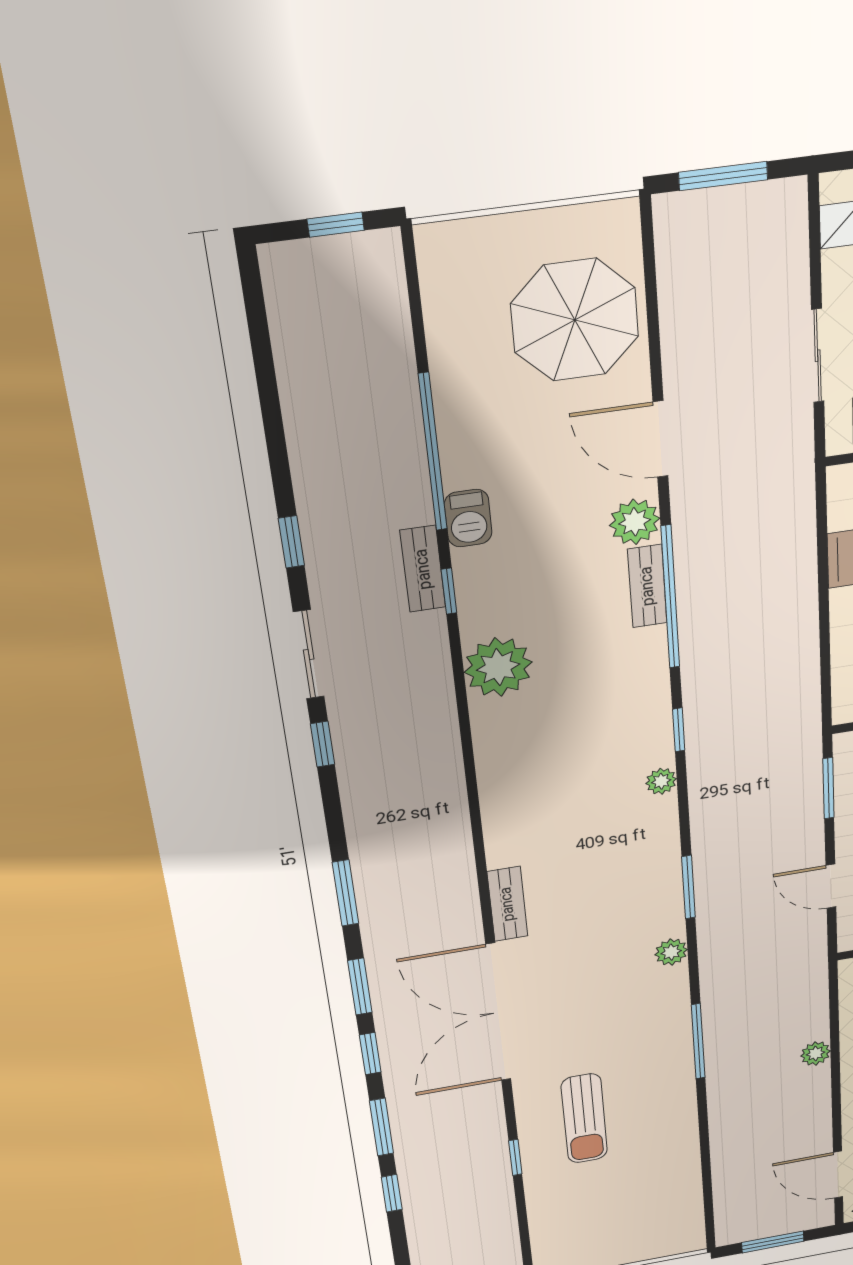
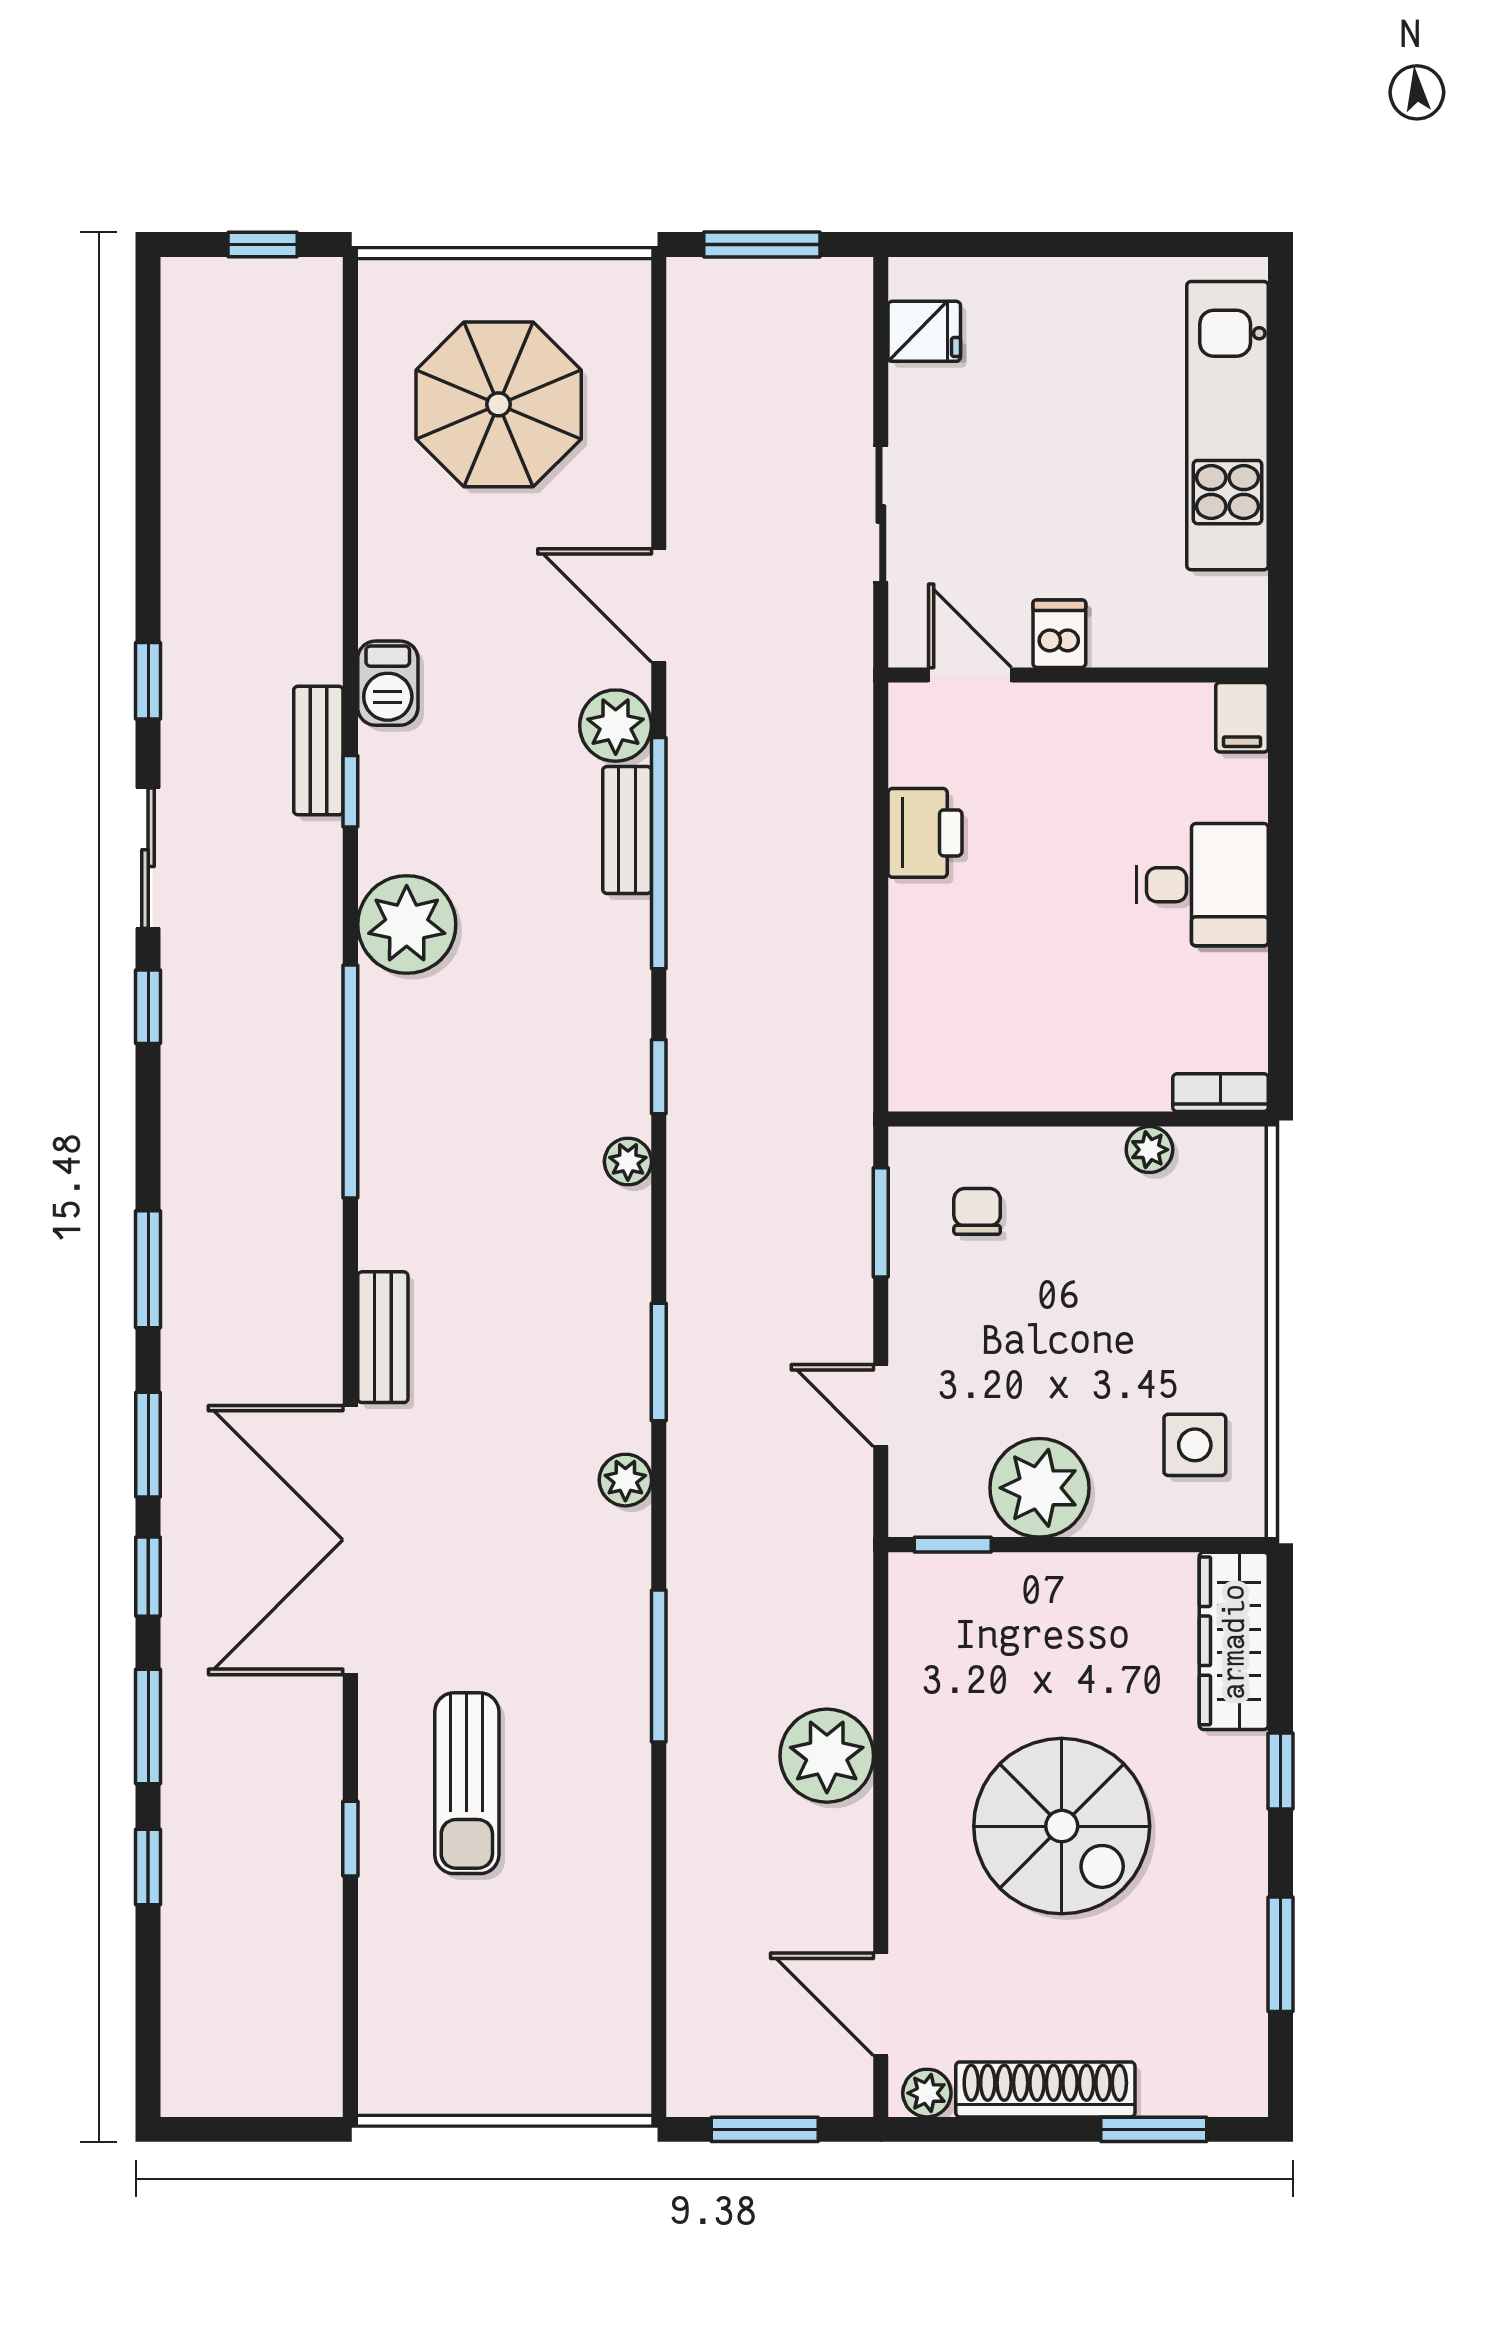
parasol: (575, 320) -> (499, 404), moved
window: (433, 452) -> (350, 1081), moved
plant: (816, 1054) -> (827, 1756), width x1.88, depth x1.88

